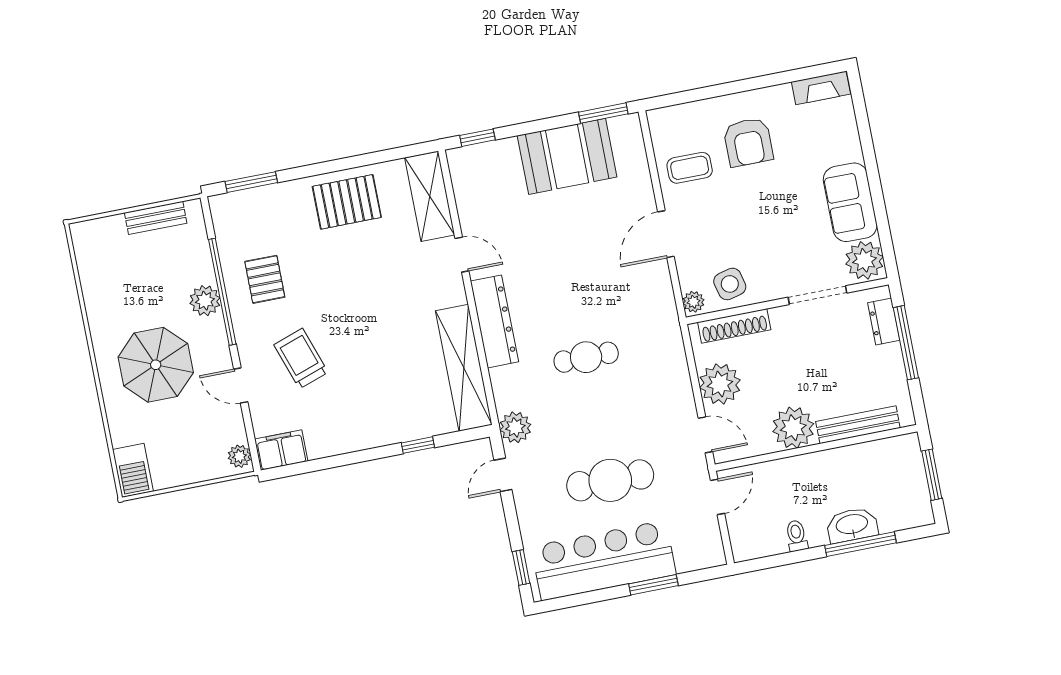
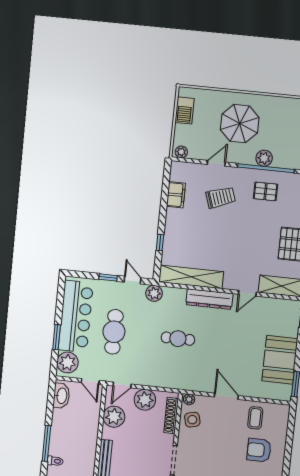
cafe table: (586, 357) -> (178, 339), turned 90
plant: (793, 428) -> (114, 417), moved
filing cabinet: (281, 450) -> (176, 195), moved
barbecue: (133, 470) -> (185, 110), moved, turned -90
washbasin: (852, 525) -> (61, 396), moved
toilet: (796, 536) -> (55, 461), moved
plant: (695, 550) -> (68, 363), added
window: (521, 568) -> (108, 277), moved

